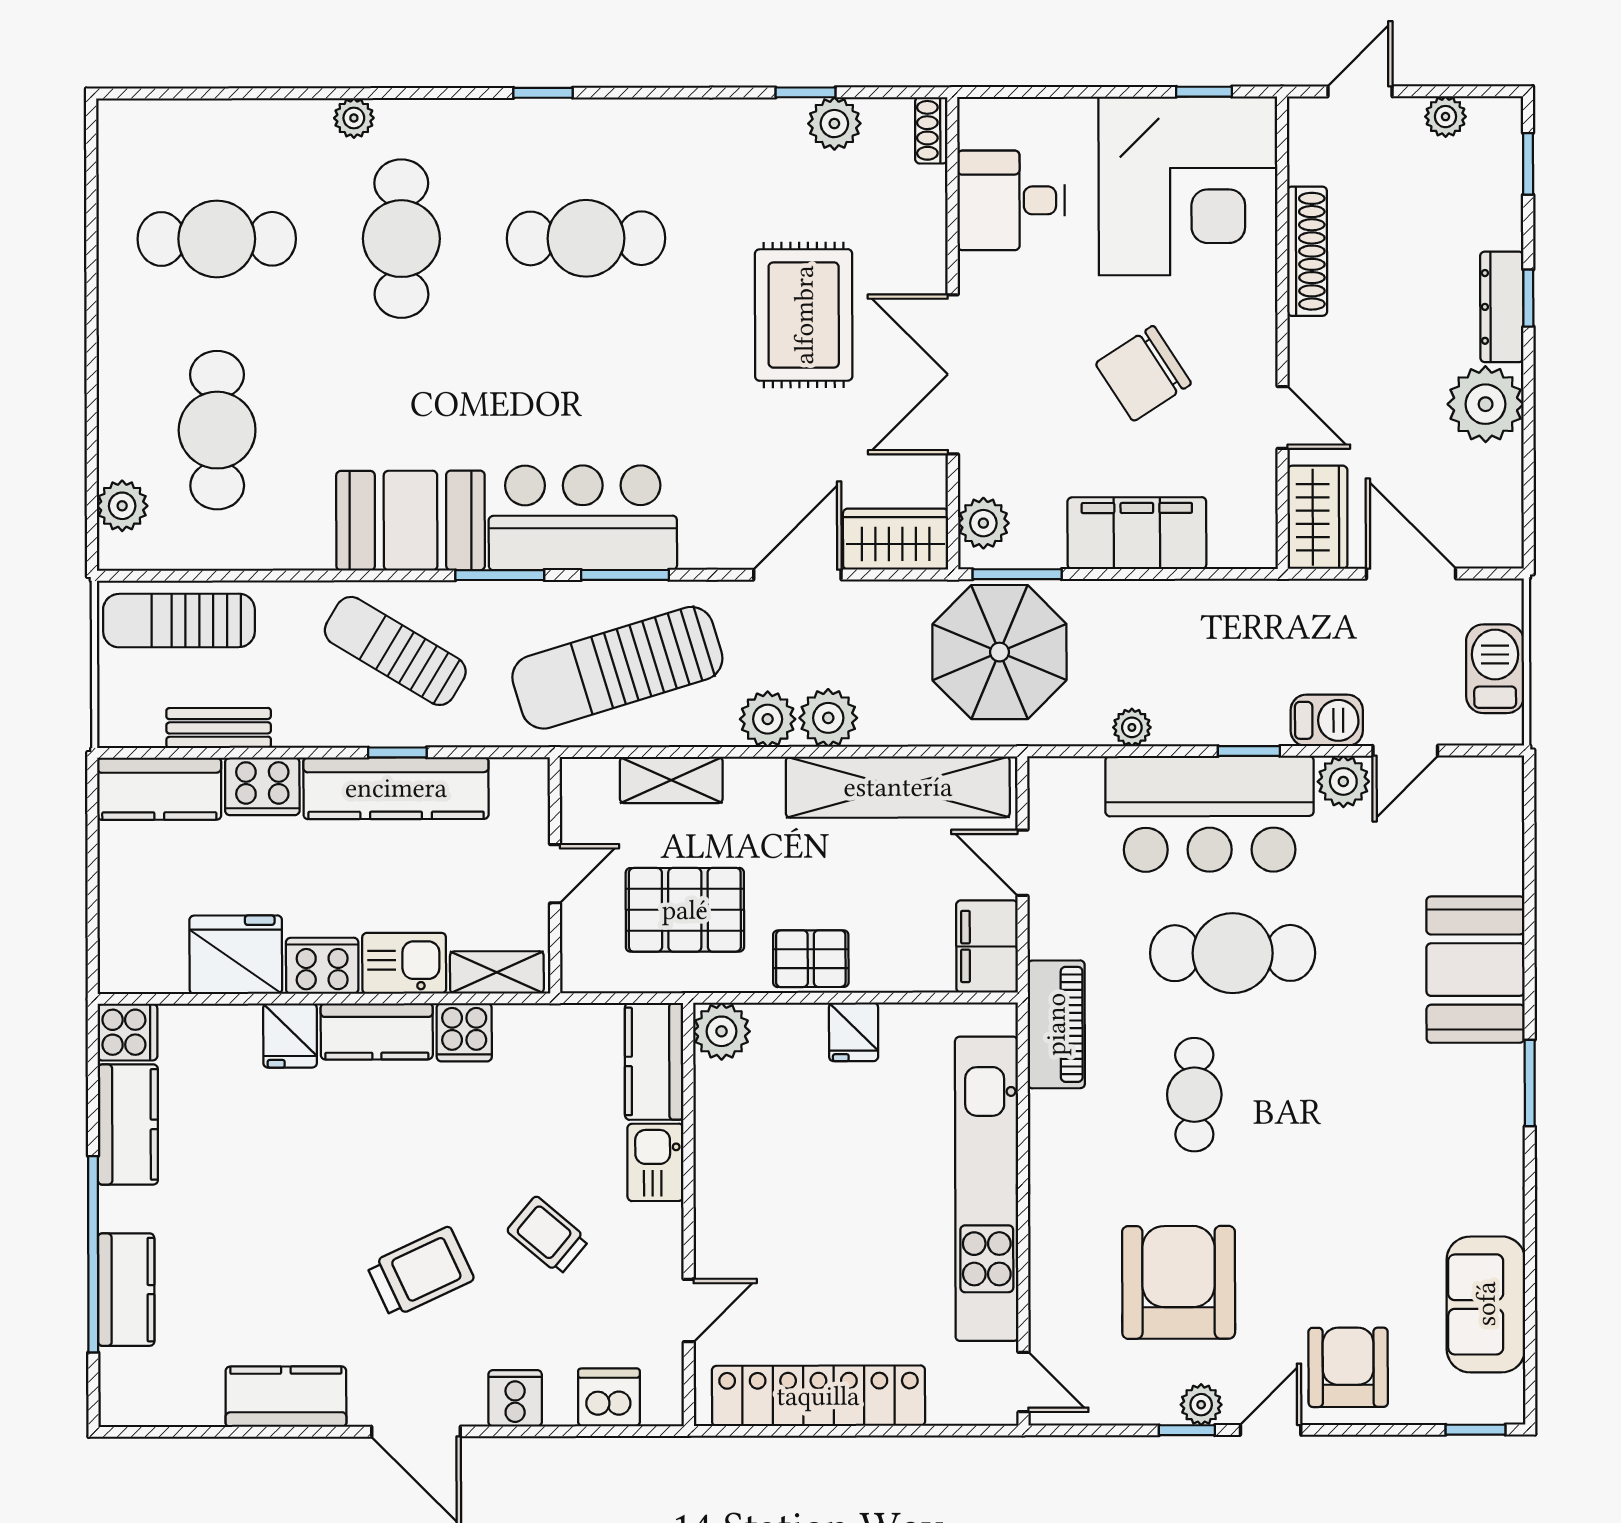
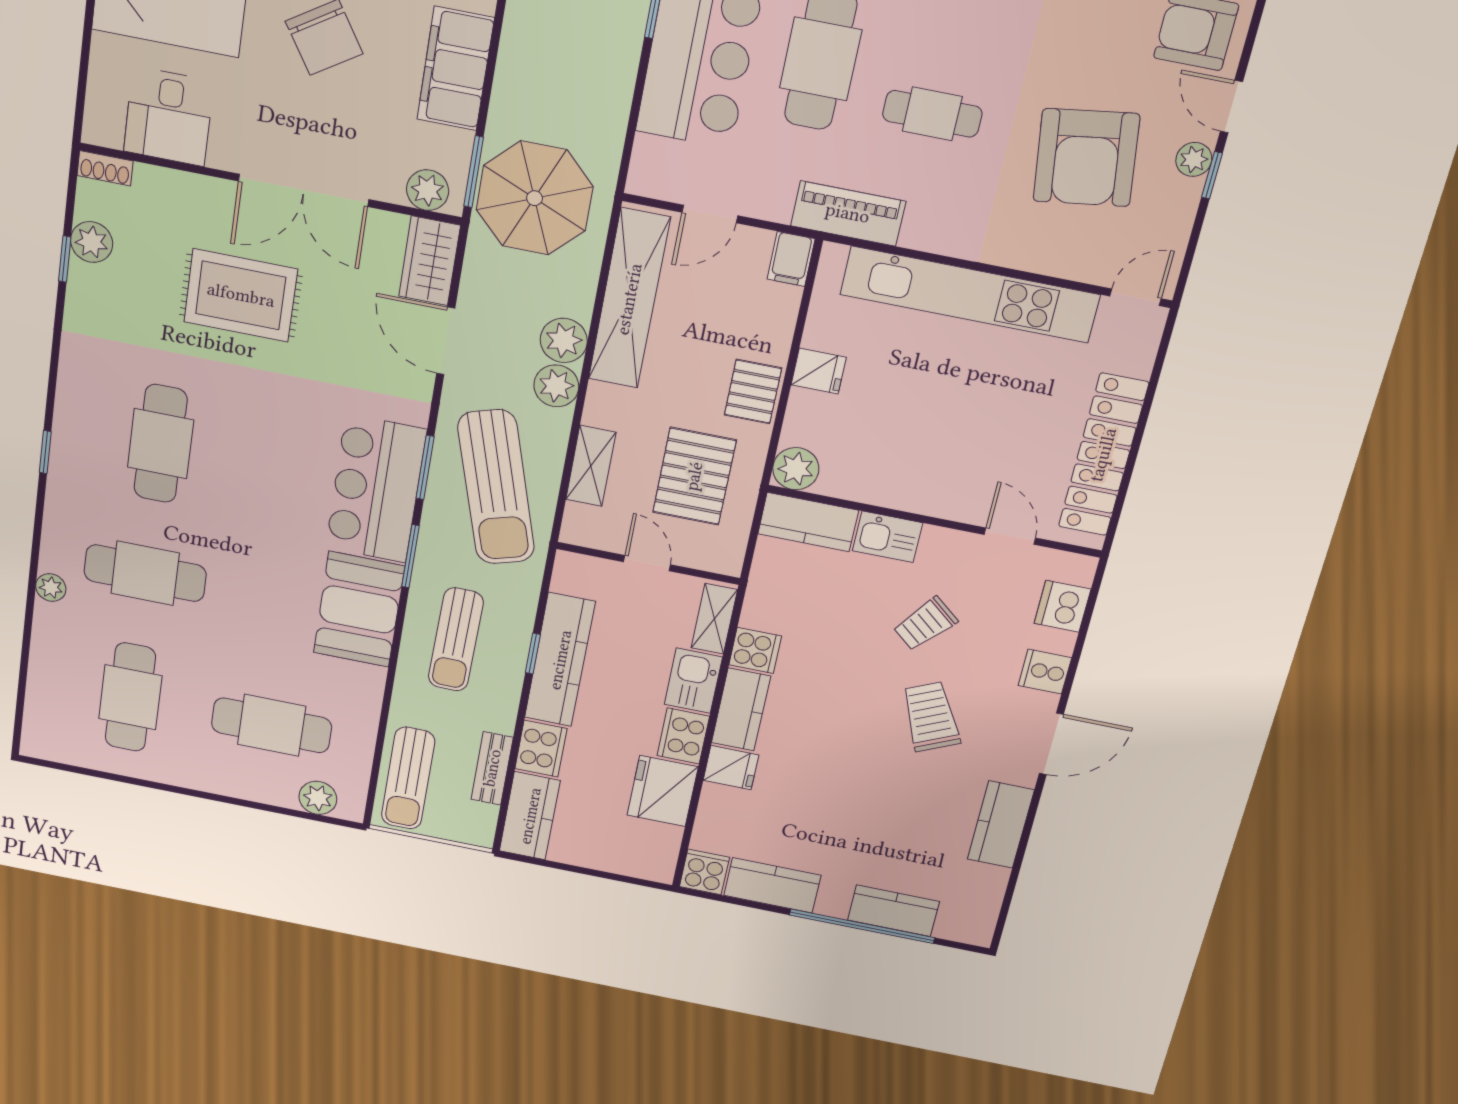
sun lounger: (395, 651) -> (456, 640), turned -30
plant: (1132, 727) -> (616, 104), removed
filing cabinet: (987, 946) -> (791, 259), width x0.50
armchair: (1179, 1282) -> (1086, 158), turned -98

